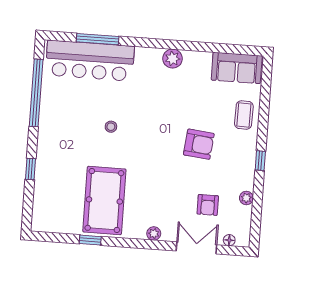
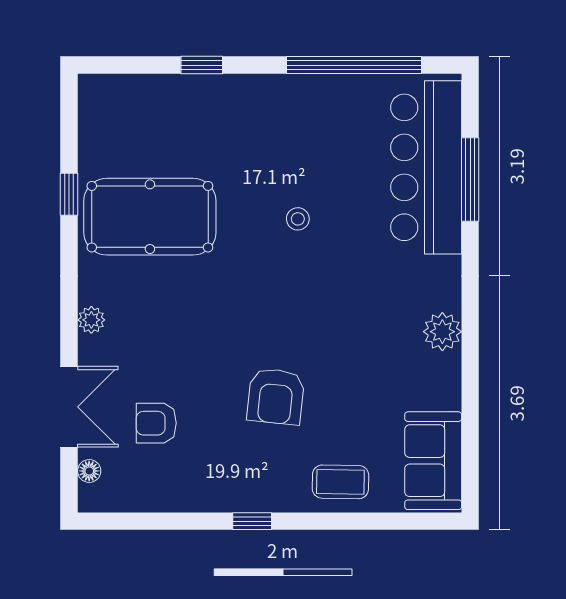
plant: (246, 198) -> (176, 499), removed

